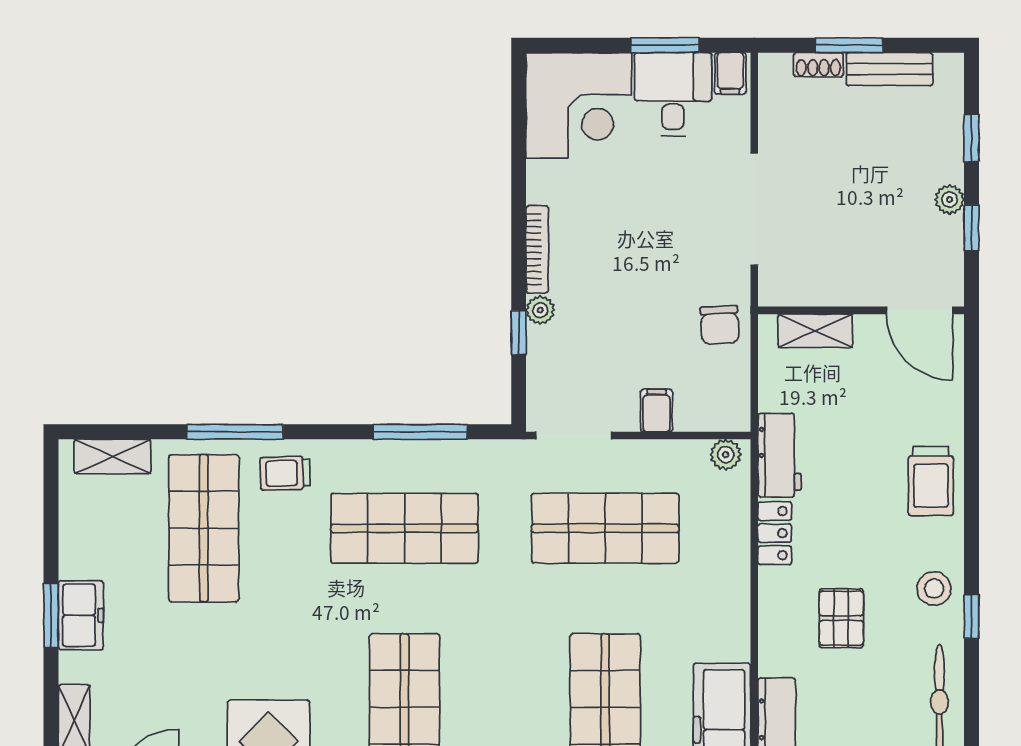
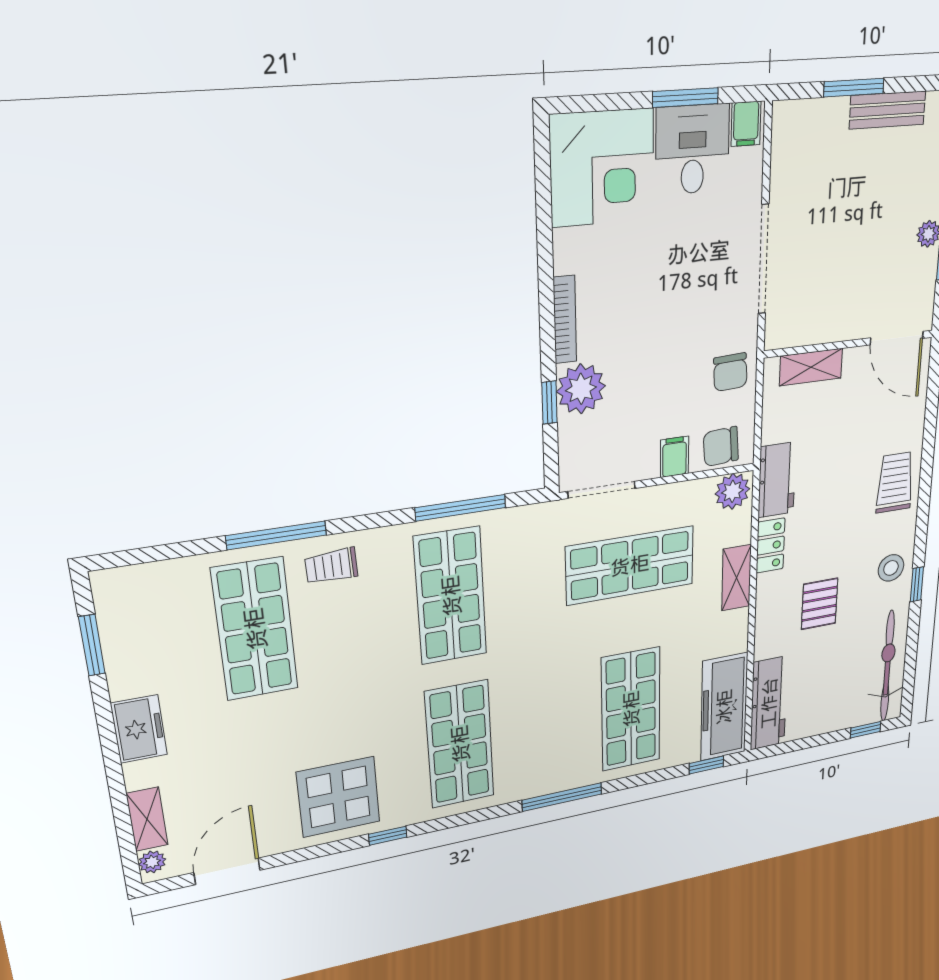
shoe rack: (818, 65) -> (826, 109), removed
plant: (540, 310) -> (581, 389), width x1.88, depth x1.88
chair: (711, 407) -> (721, 447), added
plant: (726, 455) -> (732, 491), width x1.38, depth x1.38
shelving: (112, 456) -> (736, 578), moved, turned 90
trolley: (931, 481) -> (895, 483), turned 180
shop shelf: (404, 528) -> (451, 596), turned 90
window: (51, 616) -> (92, 645), moved

